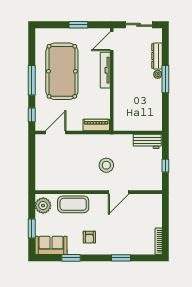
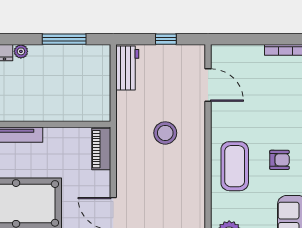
window: (165, 79) -> (64, 39), moved
door: (119, 192) -> (208, 85), moved
coffee table: (73, 204) -> (235, 166), moved

